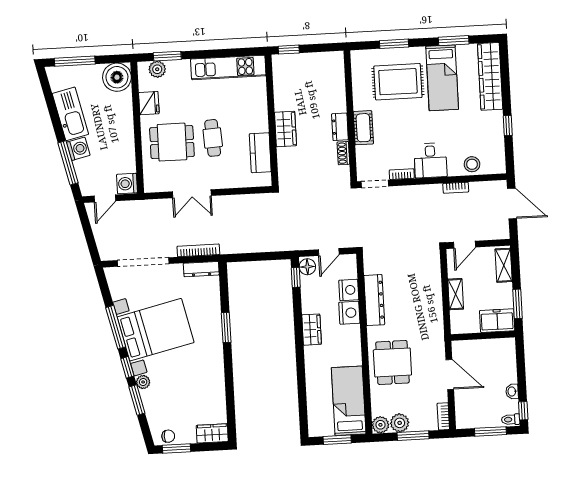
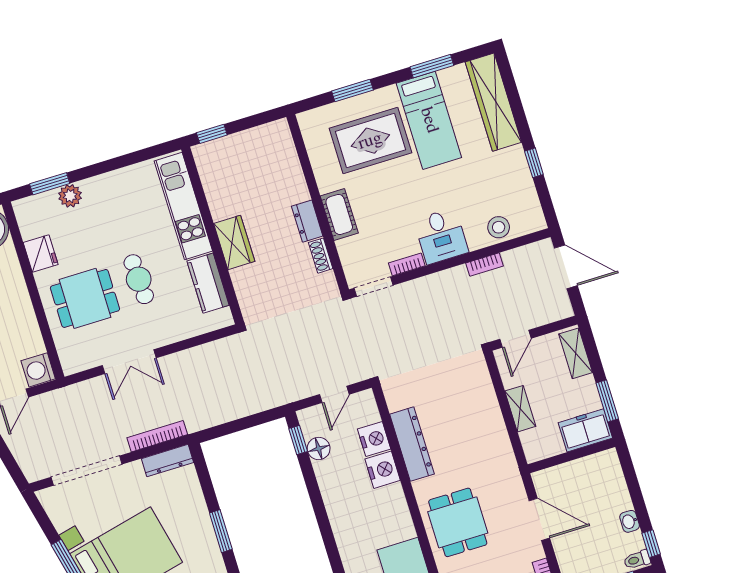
kitchen unit: (228, 67) -> (183, 206), moved, turned 90
plant: (157, 69) -> (70, 196), moved
floor lamp: (307, 267) -> (319, 448), moved
wardrobe: (312, 330) -> (337, 505), removed

